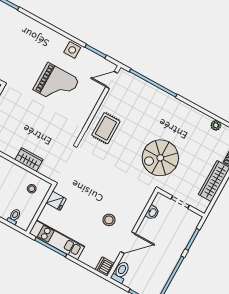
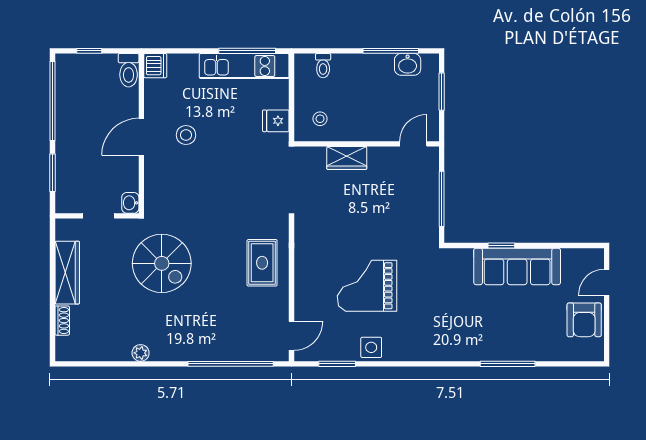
plant: (216, 125) -> (141, 353), moved
spiral stairs: (160, 158) -> (162, 263), turned 90
washbasin: (152, 212) -> (130, 203), moved
door: (128, 243) -> (141, 137), moved

